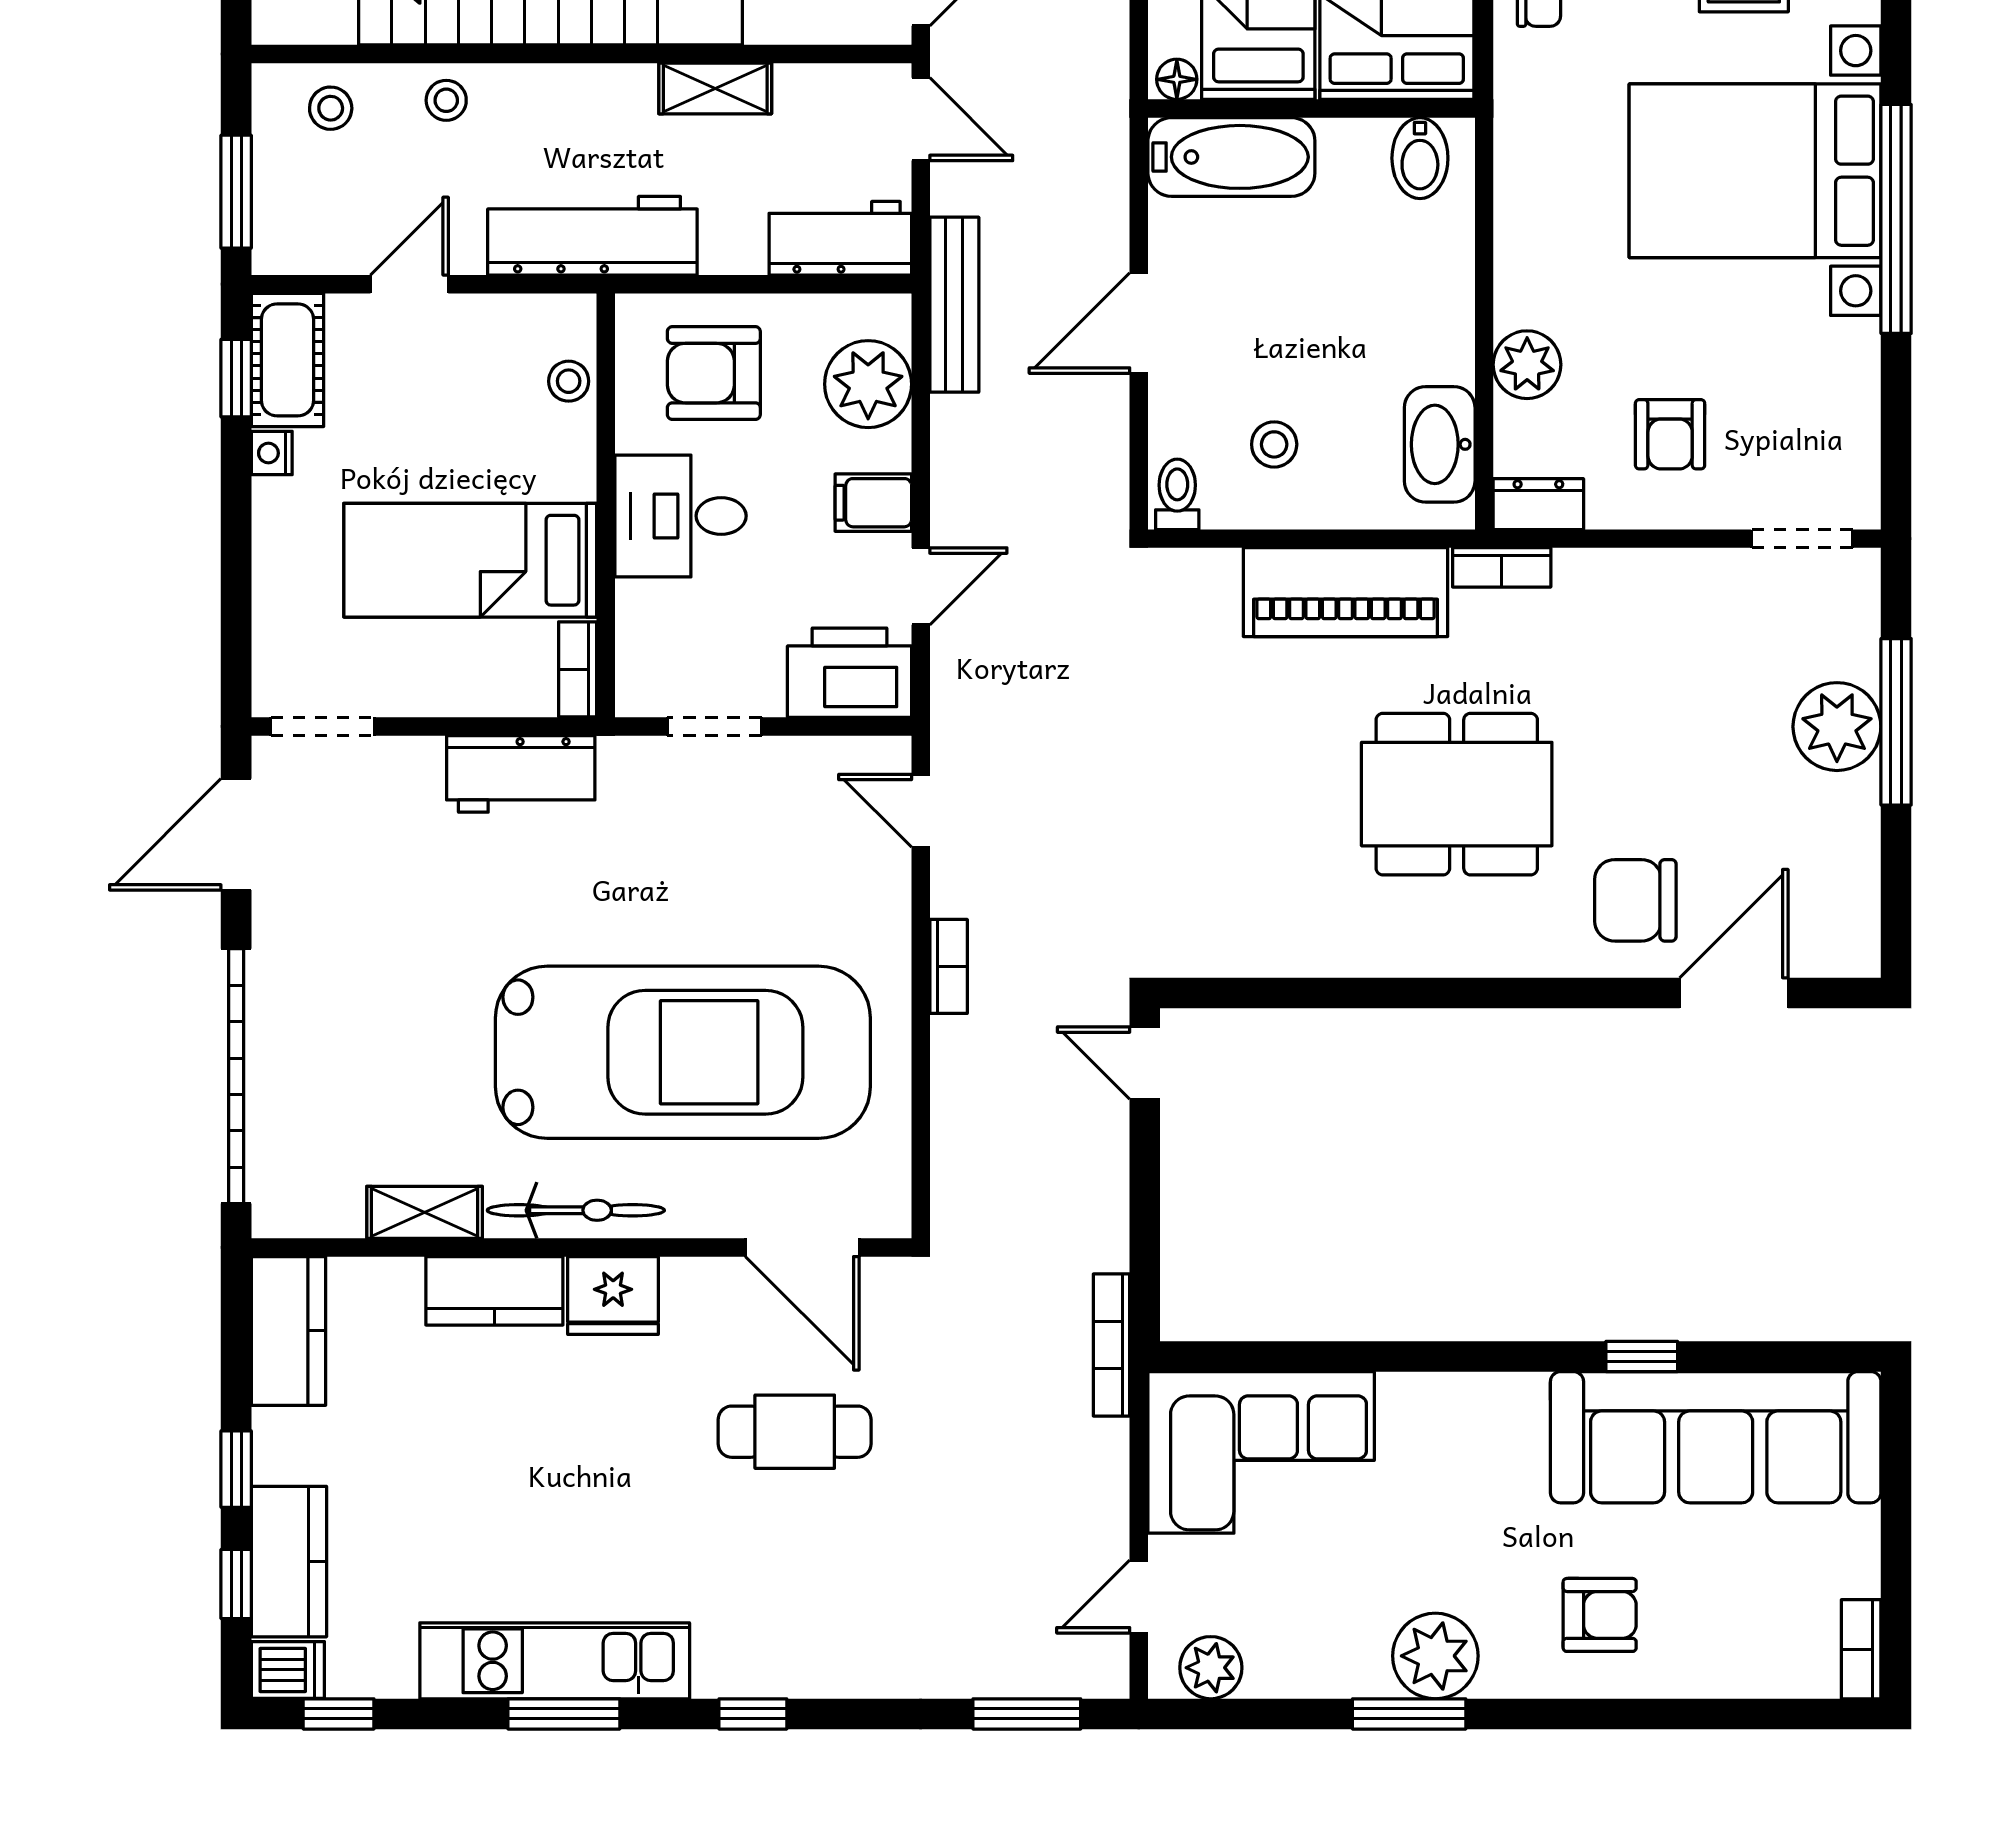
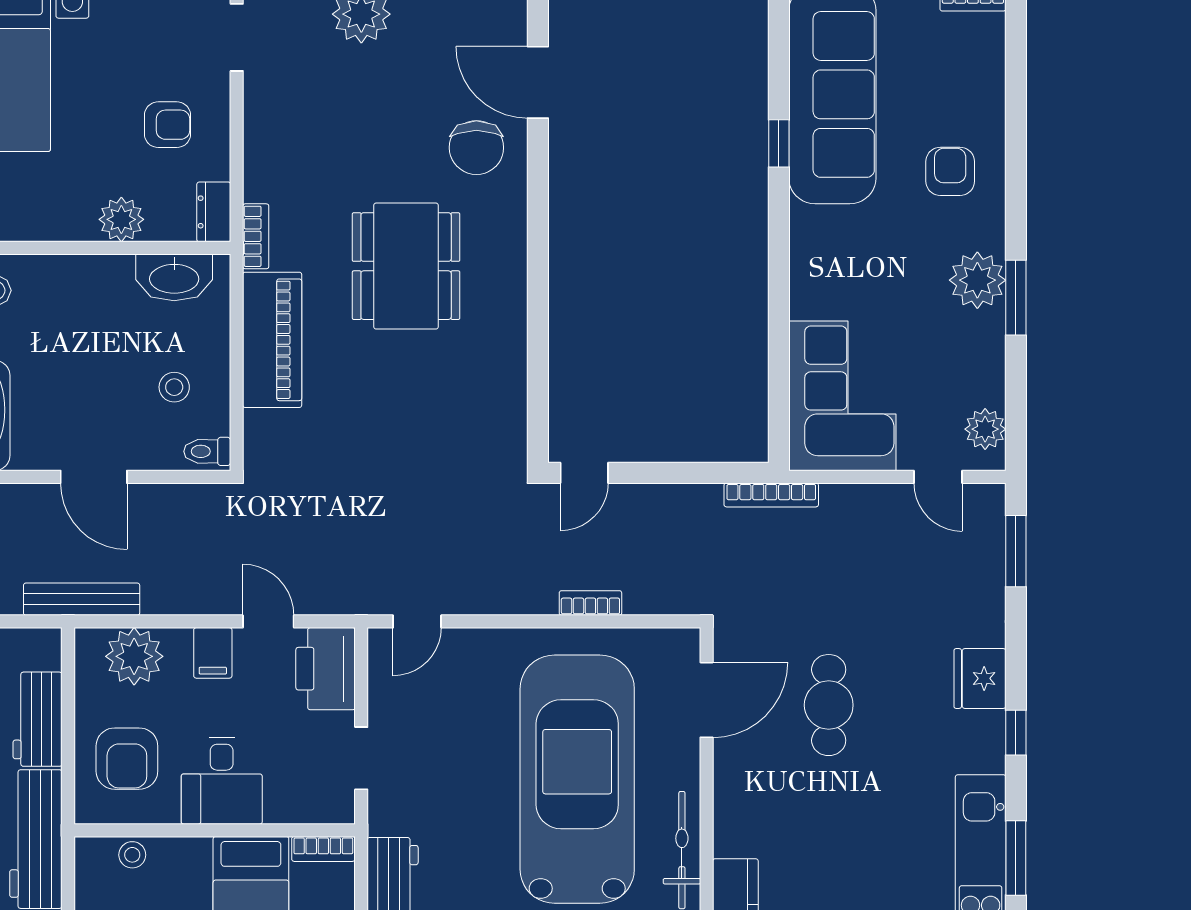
workbench: (840, 238) -> (38, 719), moved
bookcase: (949, 966) -> (590, 603), moved
fridge: (613, 1296) -> (980, 678), moved, turned 180

